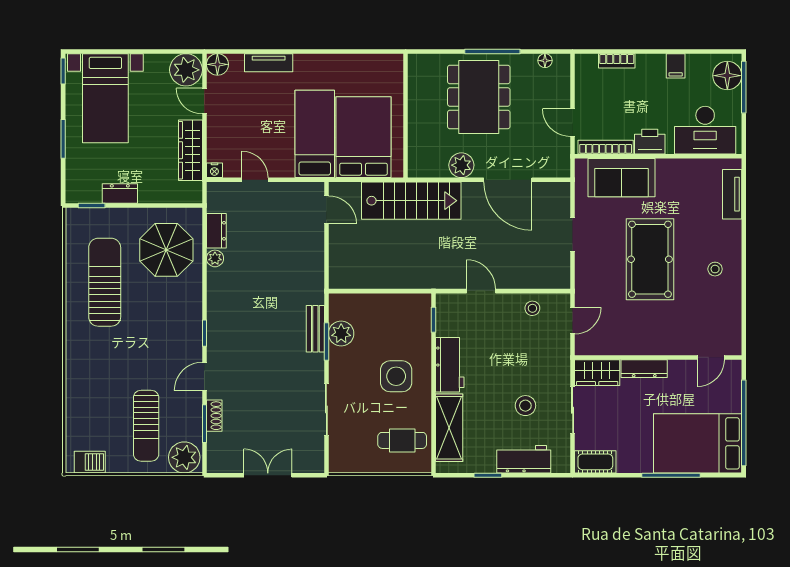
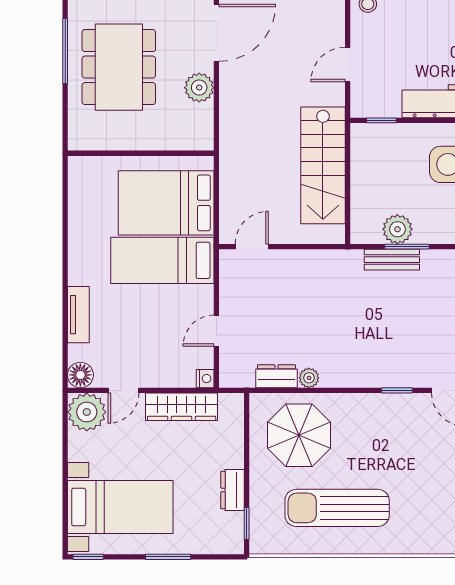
dining table: (479, 97) -> (119, 67), turned 90
stairs: (411, 201) -> (323, 165), moved, turned 180

